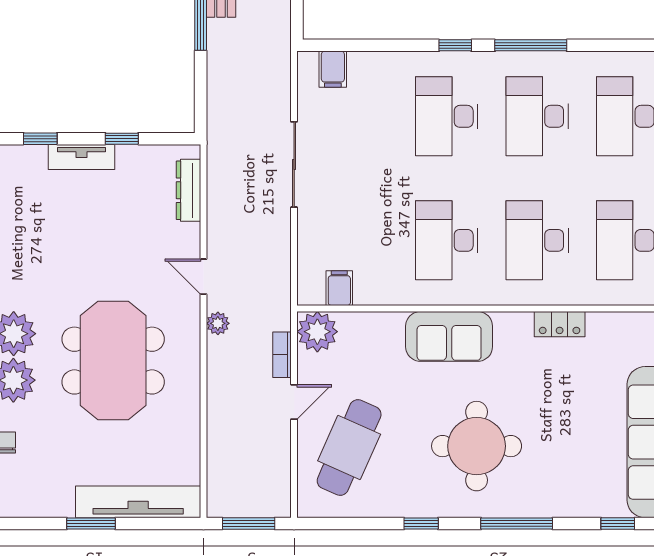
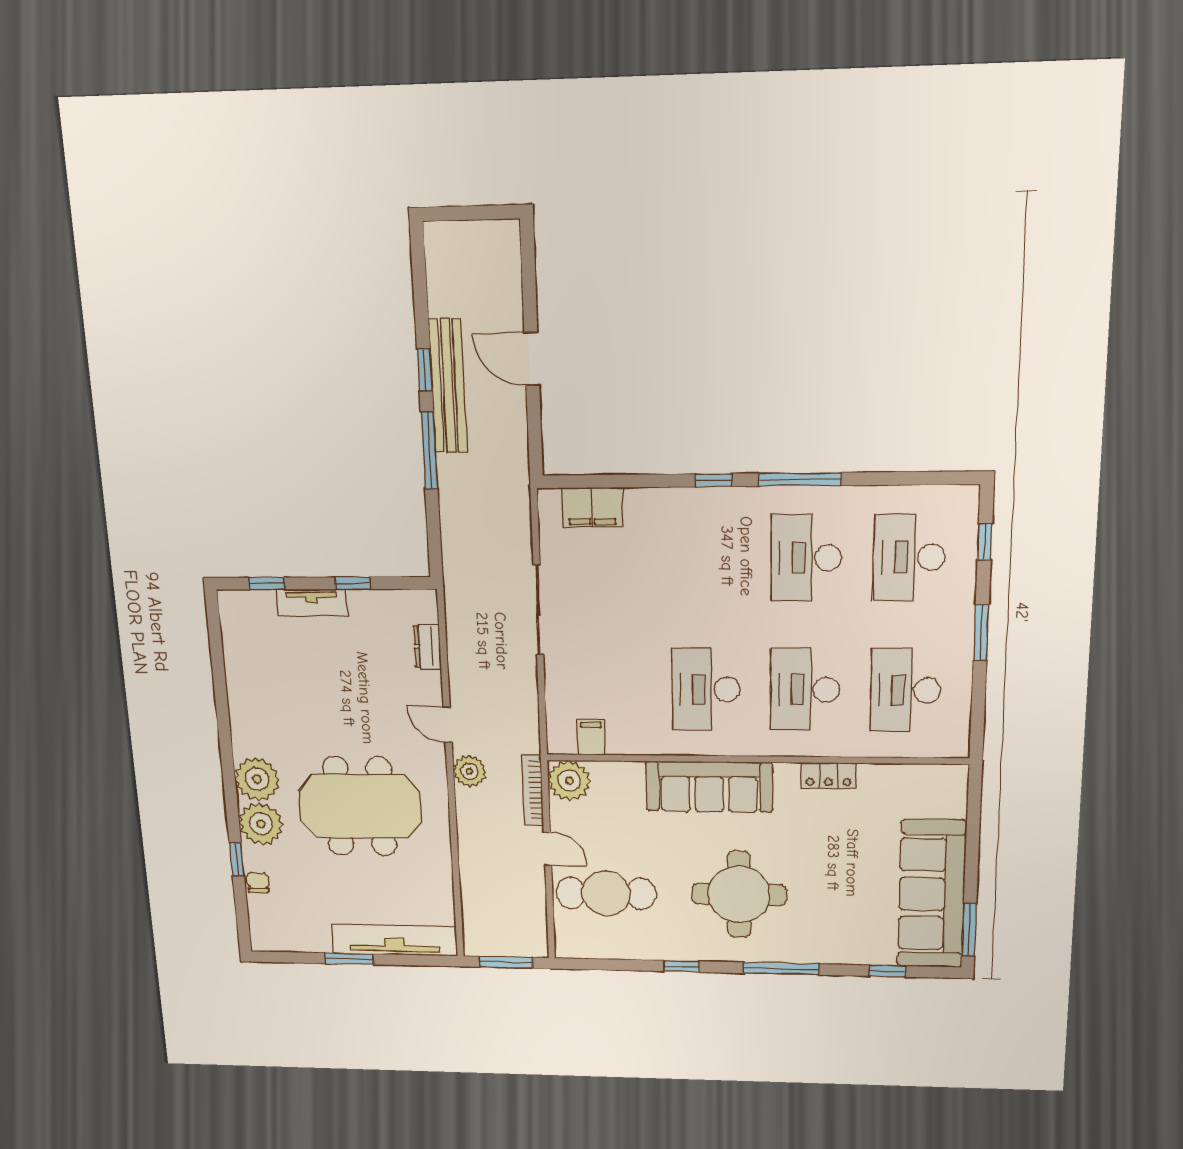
filing cabinet: (333, 69) -> (592, 508), width x2.00
desk: (447, 116) -> (705, 558), removed
dresser: (188, 190) -> (427, 647), width x0.70
plant: (218, 323) -> (470, 771), width x1.38, depth x1.38
sofa: (449, 336) -> (709, 787), width x1.36
bookcase: (282, 355) -> (533, 790), width x1.56
meeting table: (113, 361) -> (360, 806), turned 90
door: (294, 402) -> (548, 849), hinge flipped
cafe table: (349, 448) -> (606, 893), turned 66

